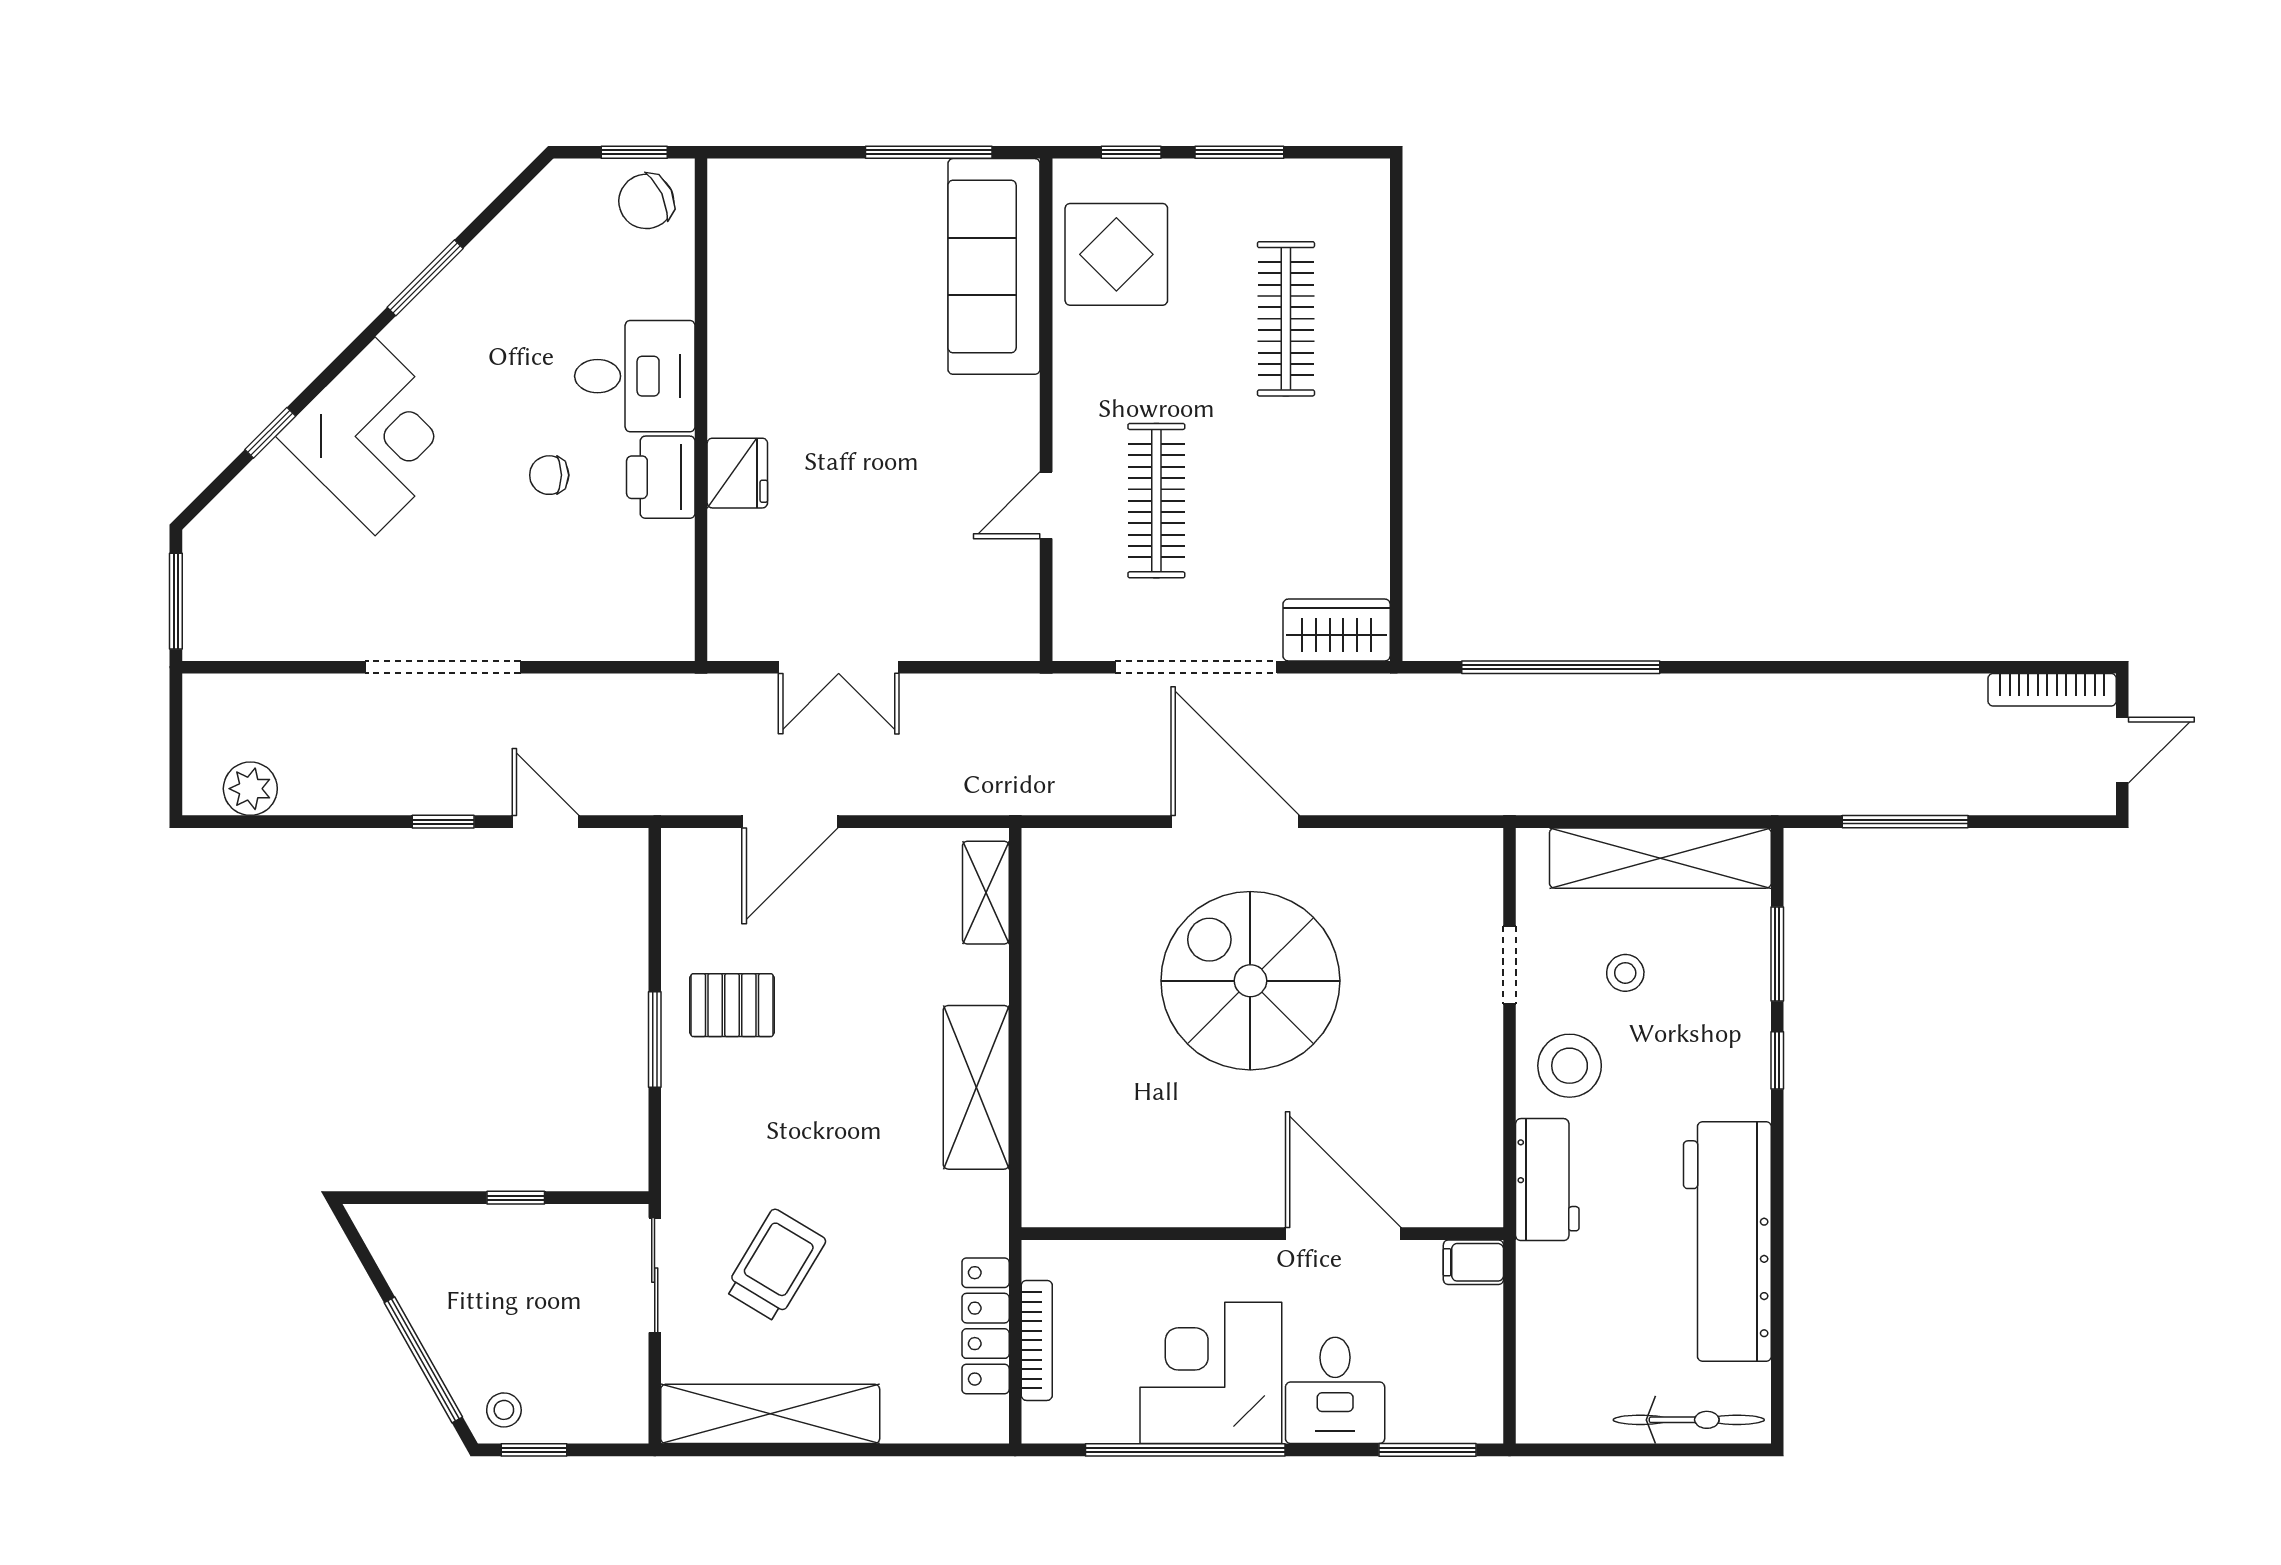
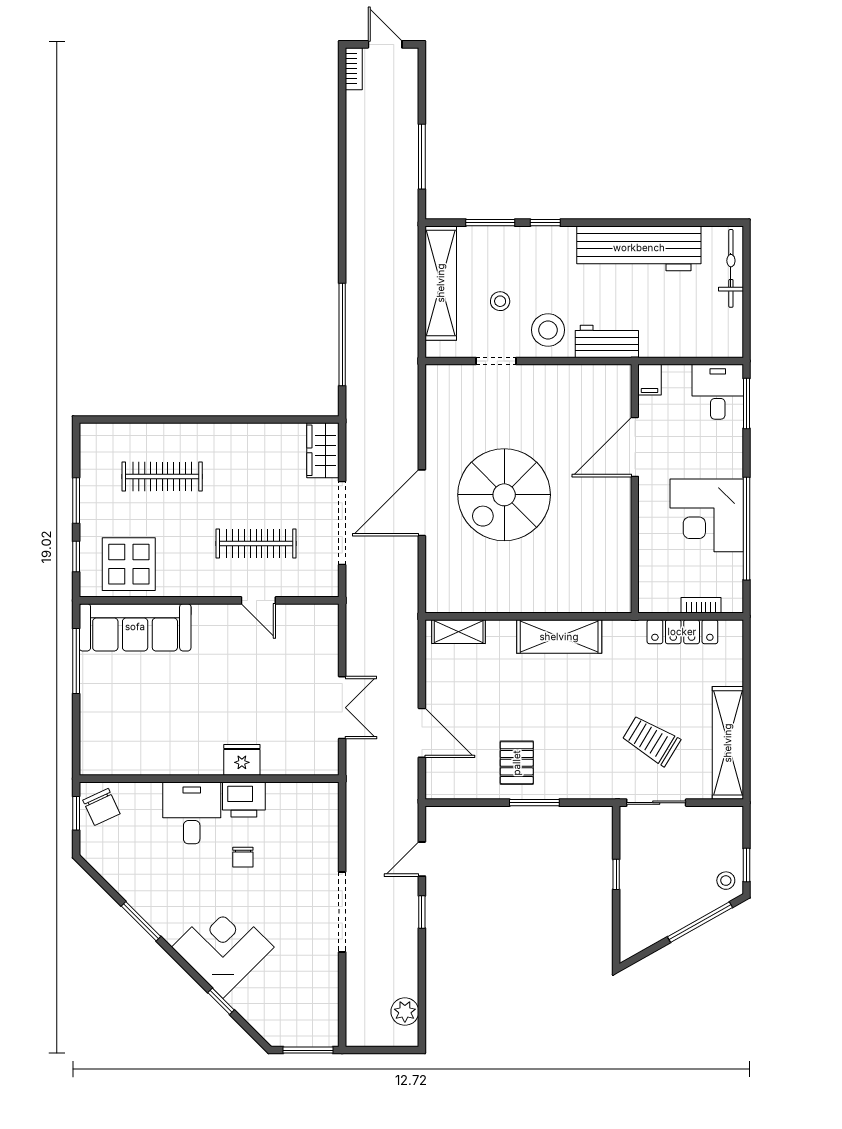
bookcase: (2052, 690) -> (354, 69), width x0.64
bookcase: (1037, 1340) -> (701, 605), width x0.64
desk: (1335, 1390) -> (718, 392), moved, turned -90

